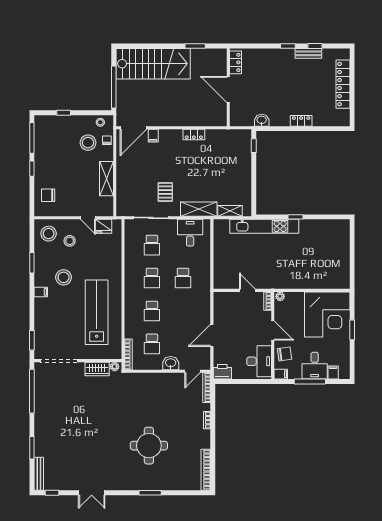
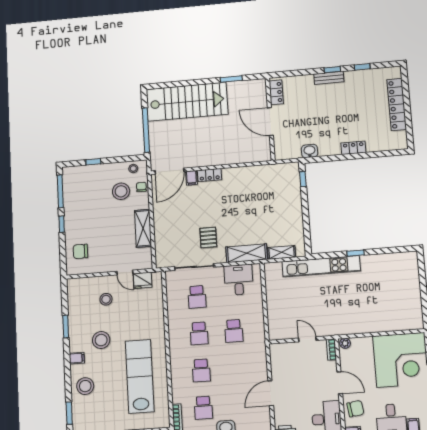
bench: (308, 53) -> (329, 78), moved
locker: (194, 134) -> (210, 175), moved
stool: (49, 234) -> (85, 386), moved

